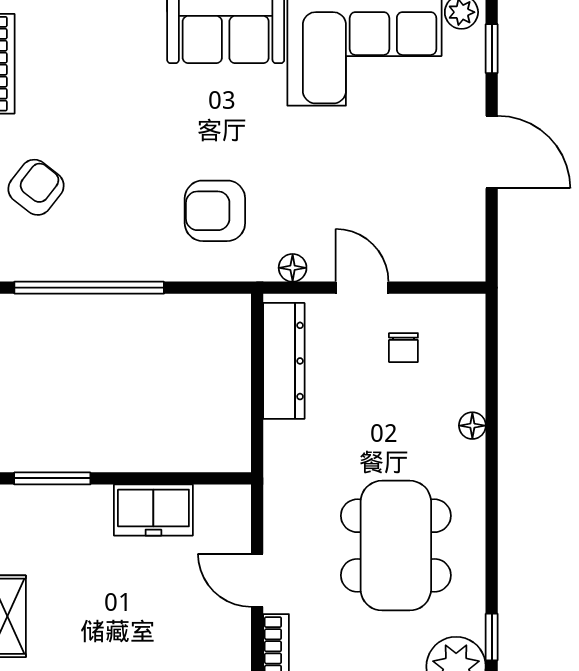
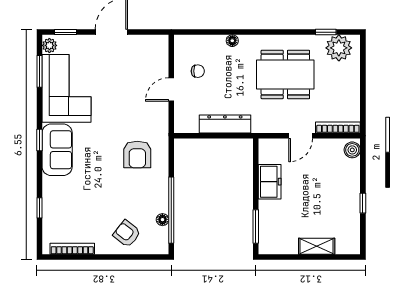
floor lamp: (293, 268) -> (162, 220), moved
dresser: (284, 361) -> (225, 124), moved

